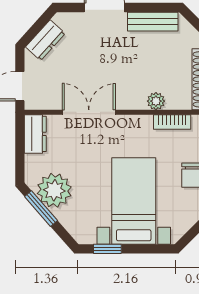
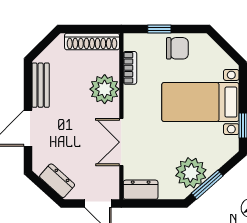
plant: (156, 101) -> (105, 89), width x1.87, depth x1.87

